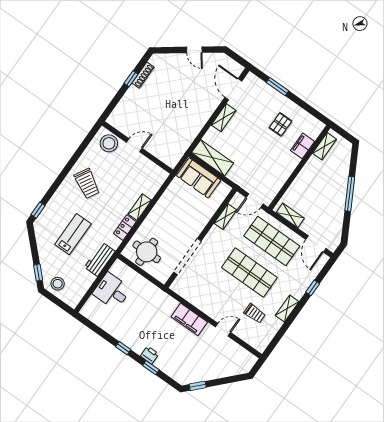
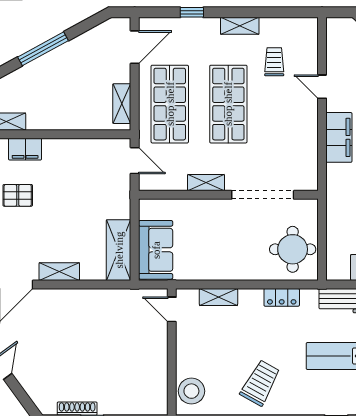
door: (134, 145) -> (172, 309), moved
shelving: (140, 207) -> (218, 297), moved
shelving: (225, 217) -> (206, 183), moved

